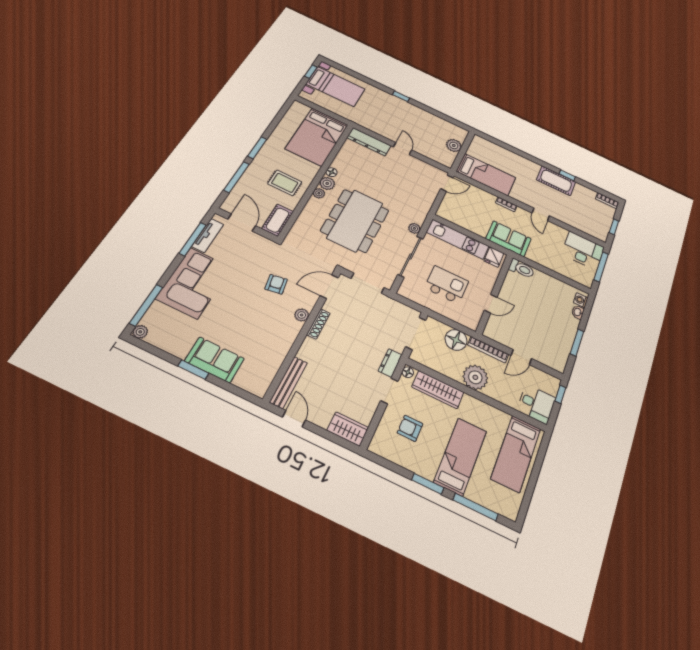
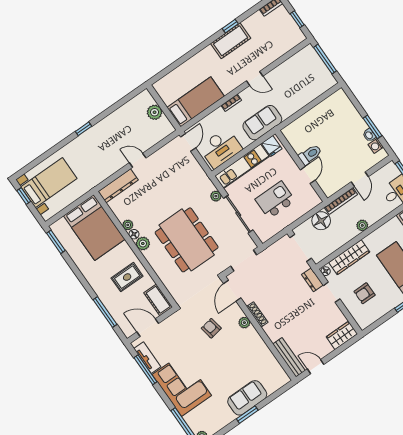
window: (257, 148) -> (56, 242), moved
plant: (319, 193) -> (128, 225), moved
desk: (583, 251) -> (221, 148), moved, turned 180
toilet: (522, 269) -> (310, 155), moved
washing machine: (581, 300) -> (376, 146), moved
washbasin: (578, 312) -> (369, 135), moved
plant: (475, 377) -> (362, 225), width x0.53, depth x0.53

